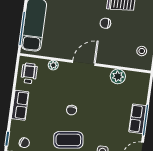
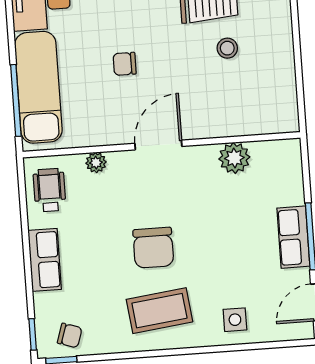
chair: (105, 23) -> (125, 64), moved
stool: (142, 51) -> (227, 48), moved
chair: (72, 110) -> (153, 248), width x1.87, depth x1.87

